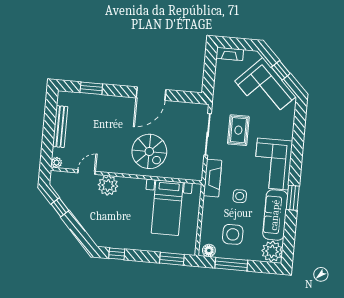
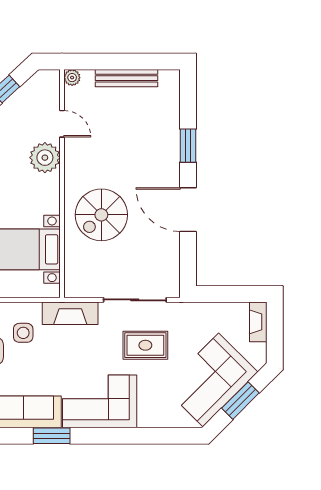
window: (281, 70) -> (240, 401), width x1.50
window: (91, 88) -> (188, 146), moved
side table: (240, 196) -> (23, 333), moved

